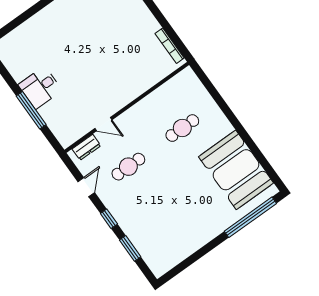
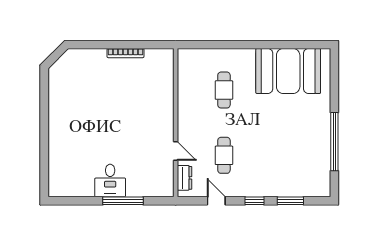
bookcase: (170, 46) -> (125, 53), moved
door: (103, 124) -> (176, 151), hinge flipped
window: (250, 217) -> (334, 142), moved

